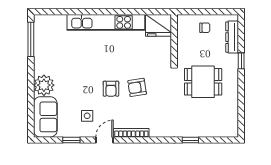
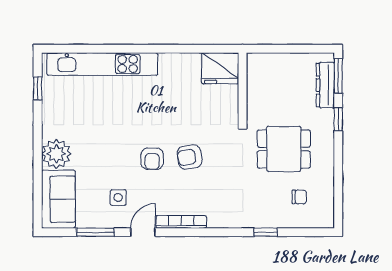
kitchen unit: (106, 22) -> (102, 64), moved
chair: (205, 28) -> (299, 197), moved
window: (241, 31) -> (338, 76), added
window: (31, 39) -> (38, 88), width x0.46
window: (71, 140) -> (95, 232), width x1.50

